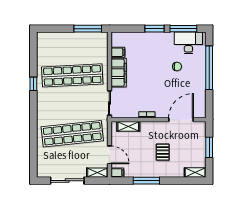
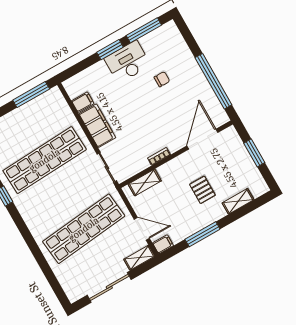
desk: (188, 43) -> (127, 62), moved
window: (209, 68) -> (213, 81), moved
shelving: (195, 172) -> (238, 201), moved

